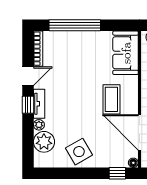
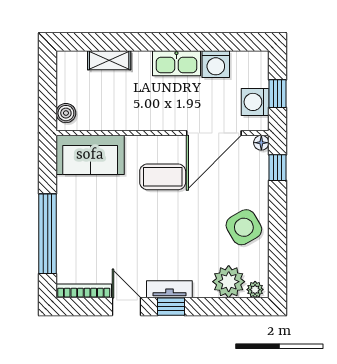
plant: (39, 125) -> (255, 290), moved

